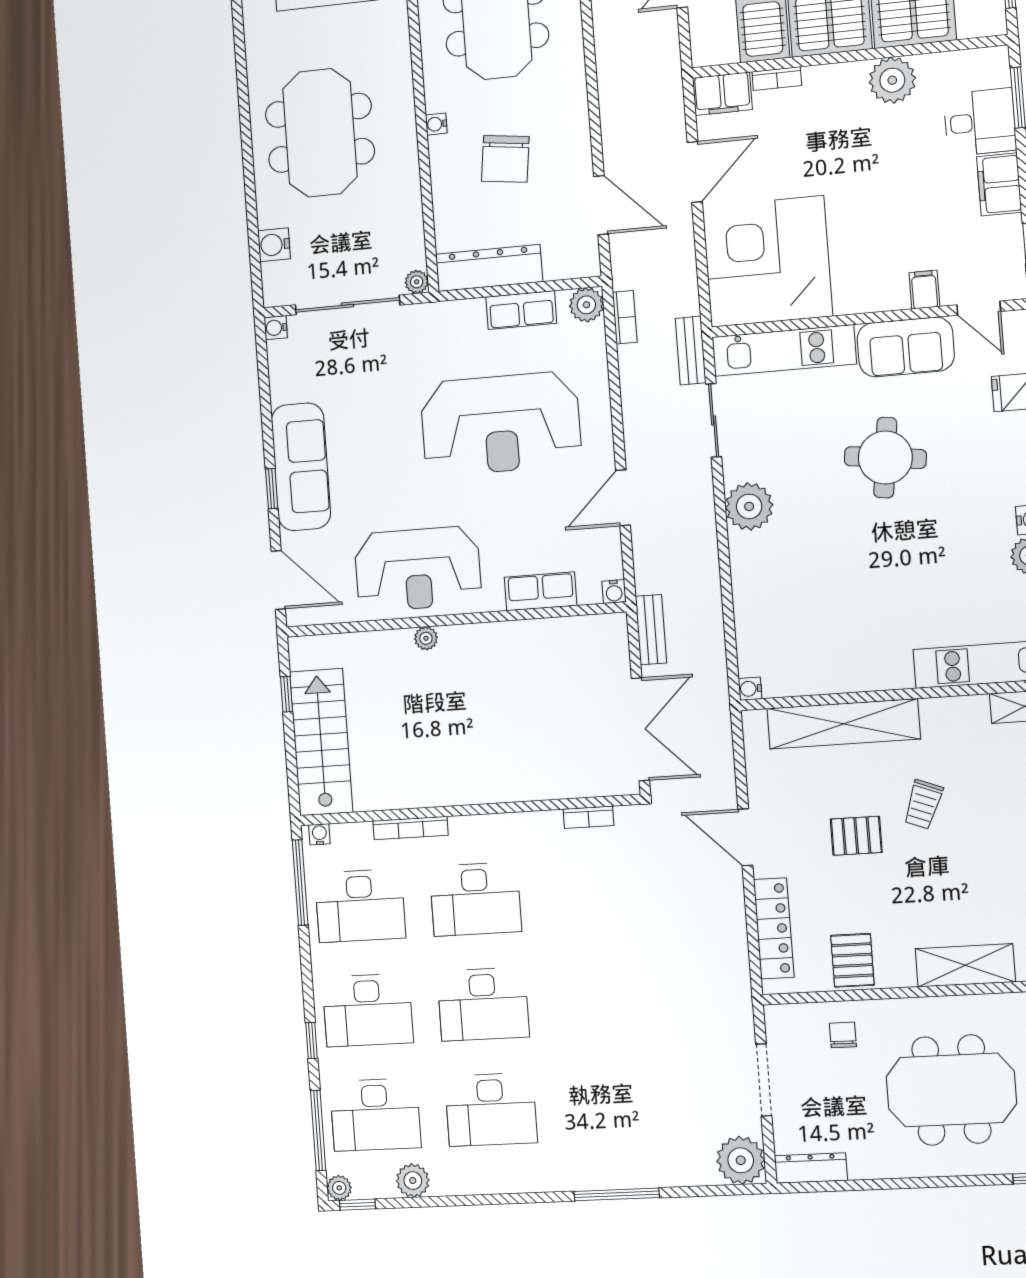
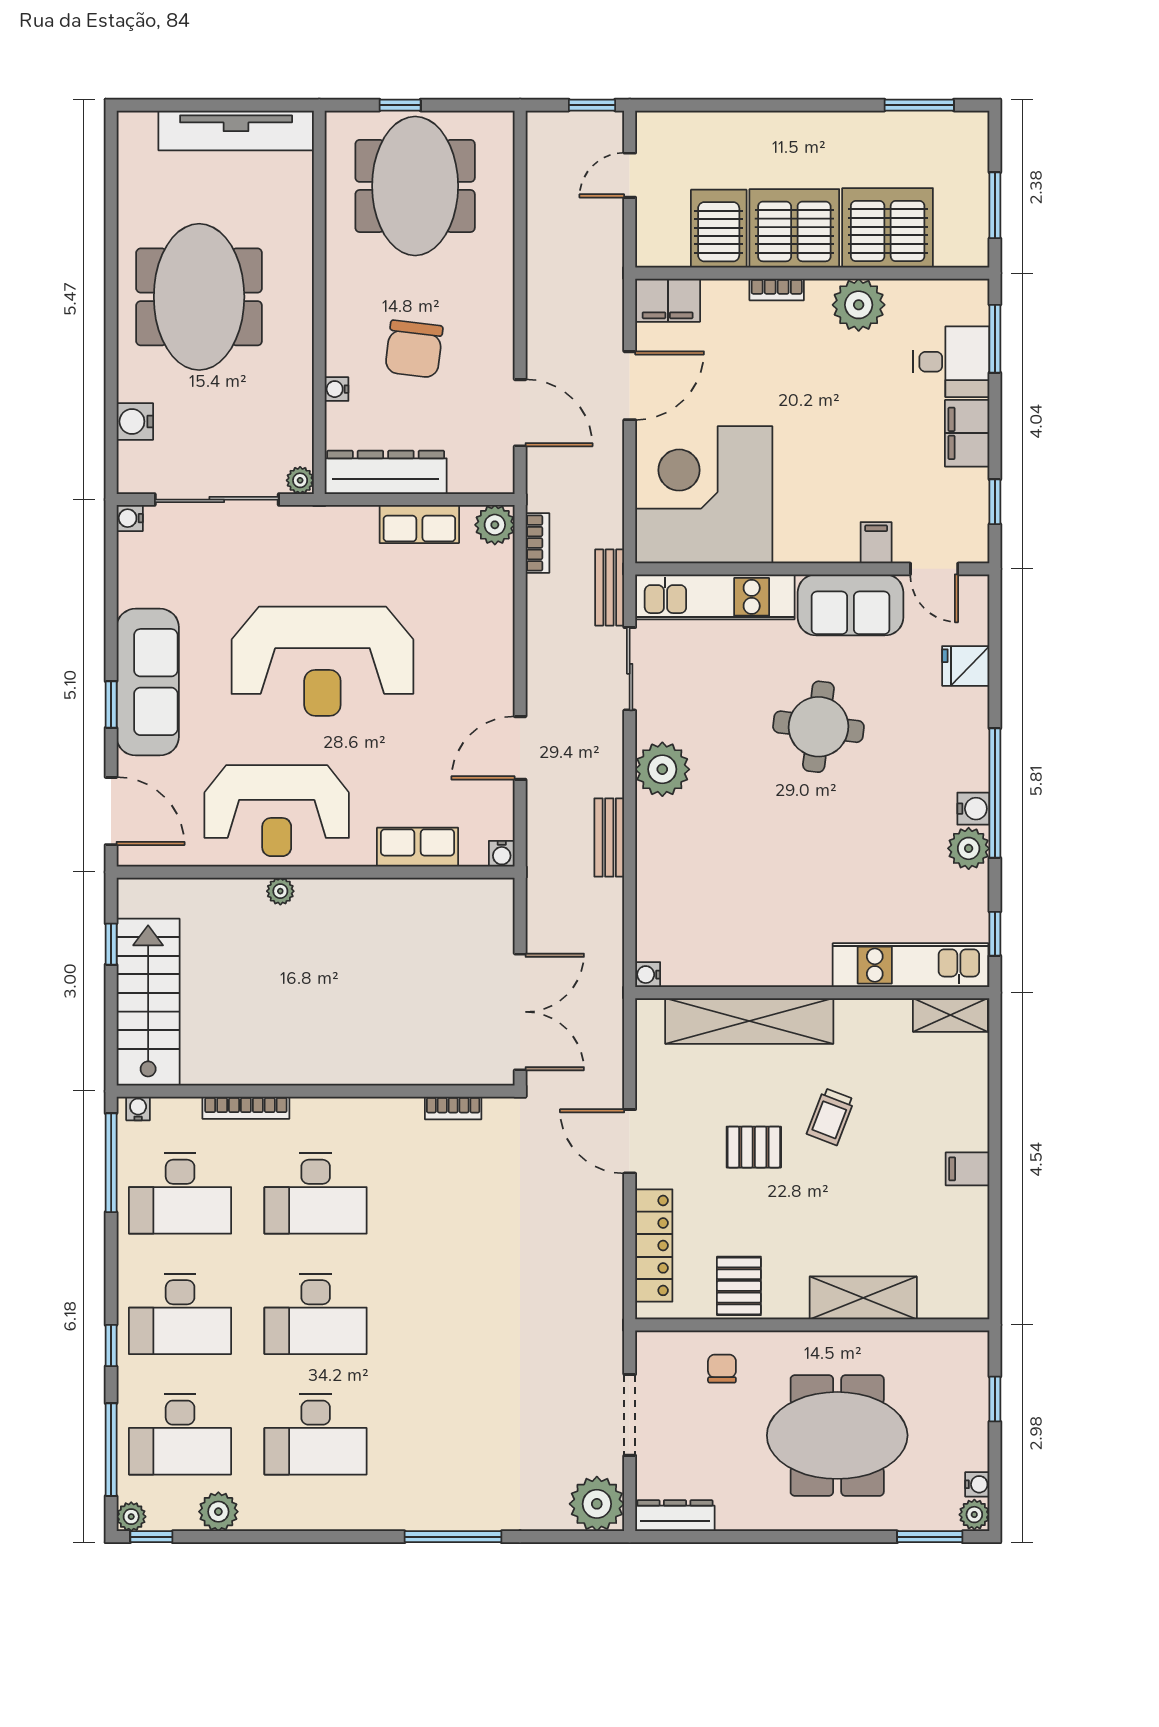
bookcase: (777, 79) -> (777, 289), moved
water cooler: (436, 124) -> (337, 389), moved
reception desk: (501, 424) -> (322, 661), moved
bench: (651, 630) -> (609, 838), moved

